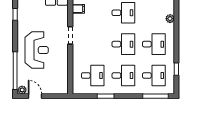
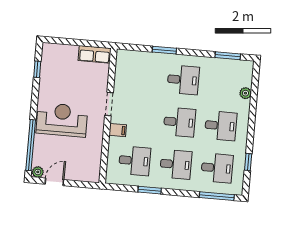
filing cabinet: (78, 9) -> (118, 130), moved
reception desk: (37, 50) -> (62, 120), turned -90
door: (35, 96) -> (54, 182), hinge flipped

